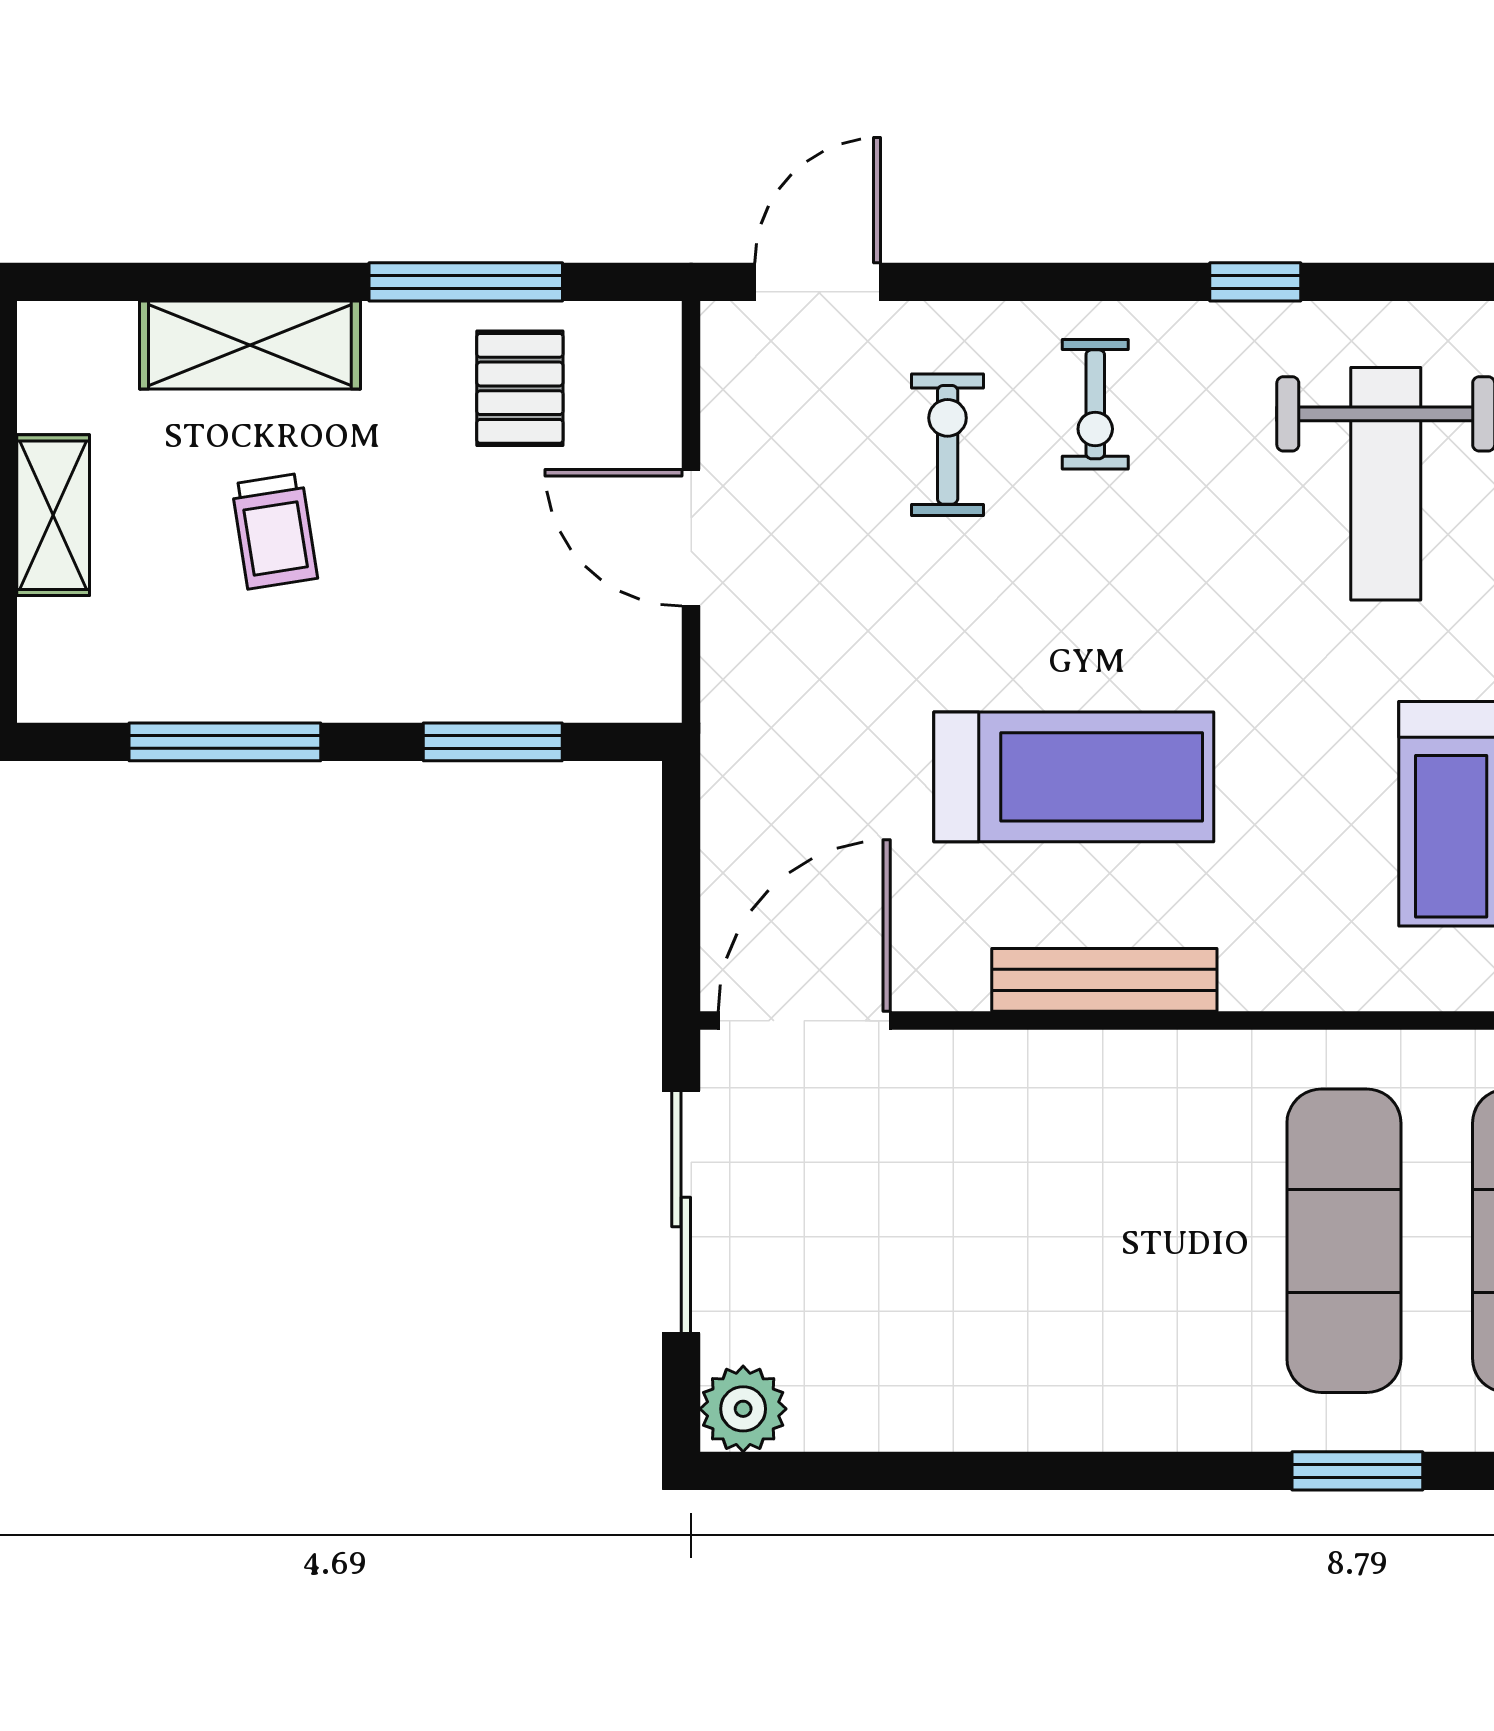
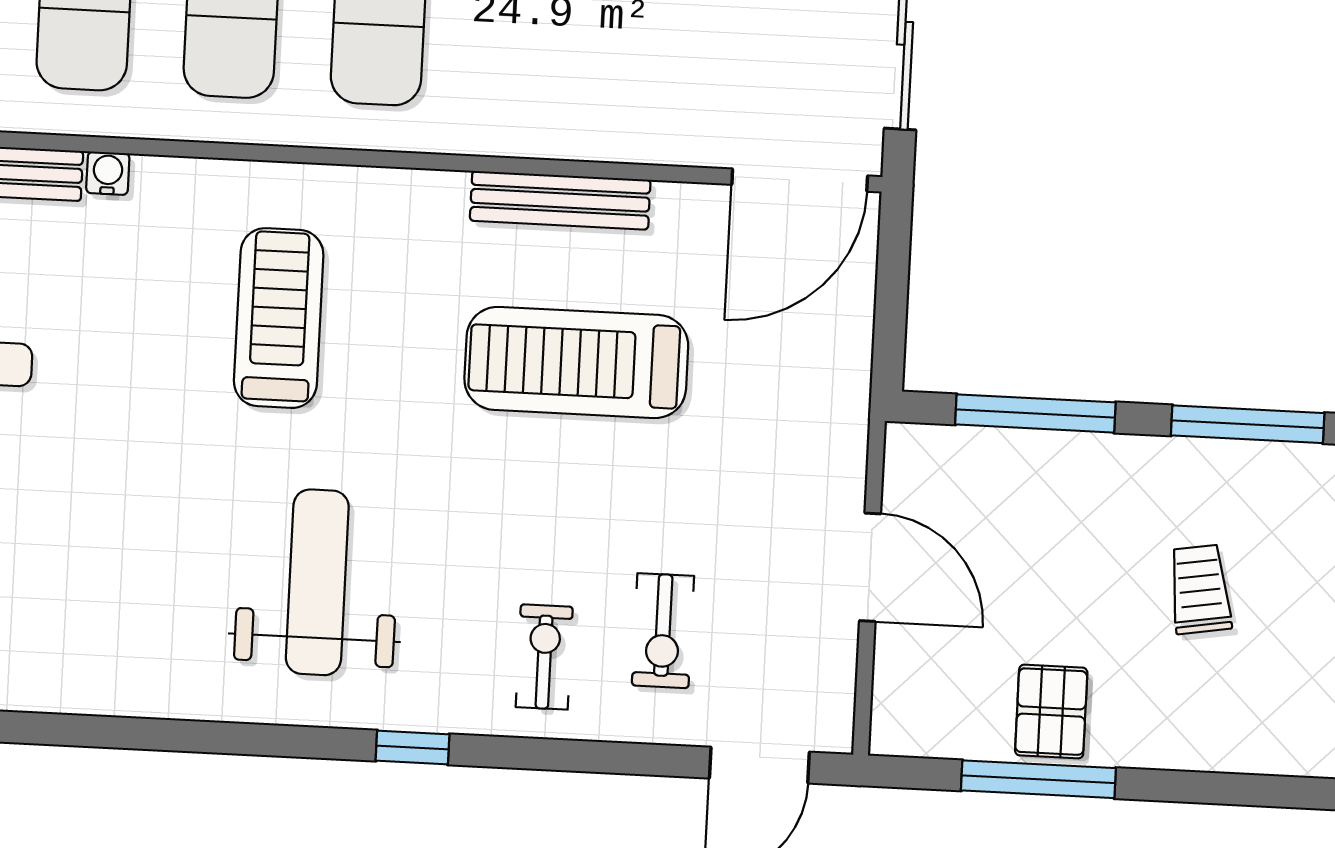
shelving: (250, 345) -> (1212, 738), removed
pallet: (520, 388) -> (1051, 712), moved
window: (493, 742) -> (1035, 413), width x1.44

